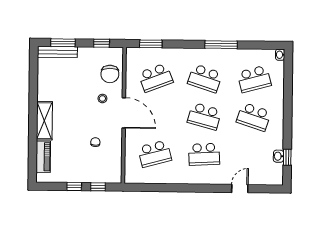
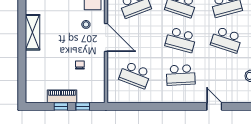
shelving: (44, 121) -> (32, 32), moved
school desk: (155, 154) -> (135, 75), turned 36
piano: (43, 157) -> (62, 96), moved, turned -90
door: (240, 189) -> (214, 106), hinge flipped

